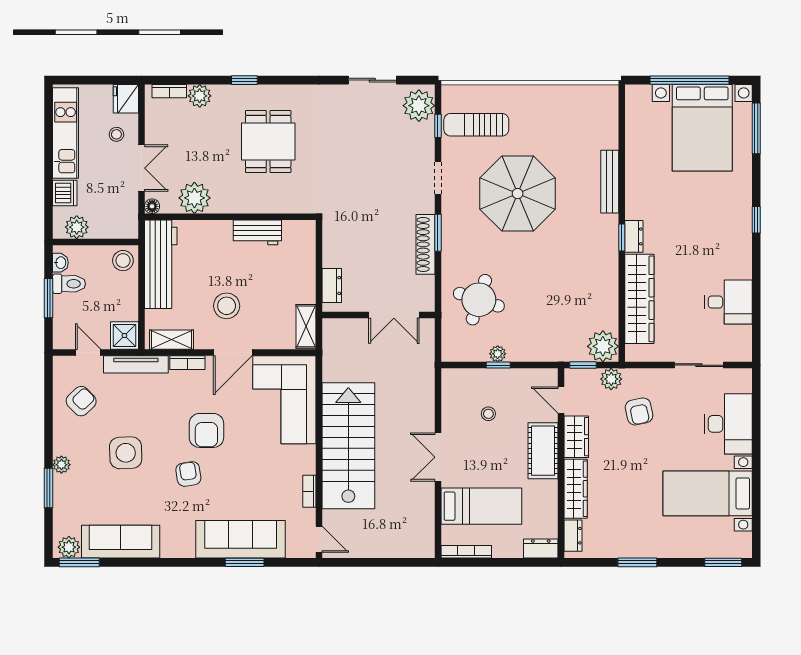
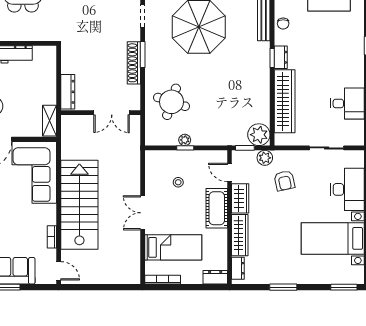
chair: (637, 189) -> (283, 24), added
dresser: (332, 286) -> (68, 92), width x1.44

